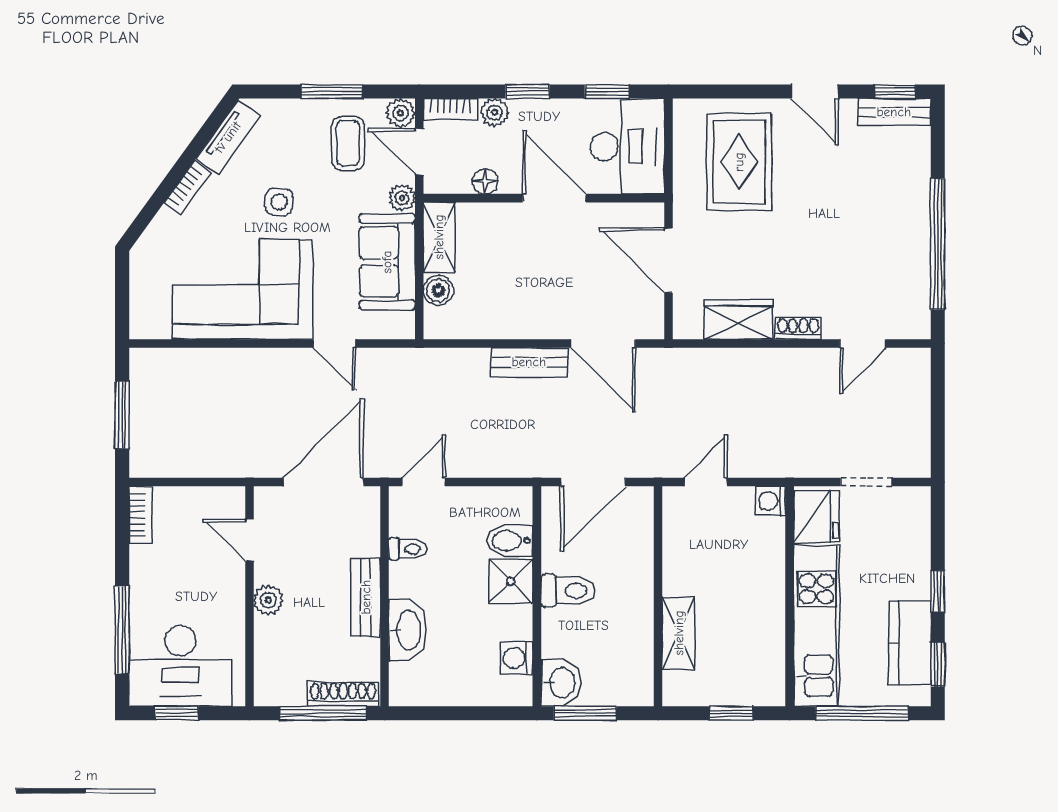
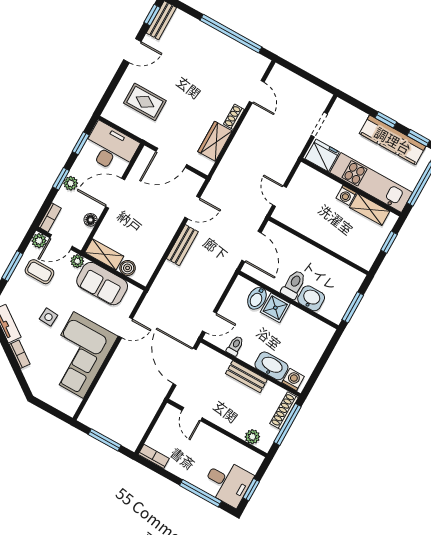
plant: (495, 112) -> (71, 183), moved
rug: (739, 162) -> (145, 102), width x0.73, depth x0.70
door: (603, 344) -> (192, 208), width x0.73
door: (424, 482) -> (209, 322), swing flipped
washing machine: (771, 501) -> (346, 195), moved
door: (250, 540) -> (192, 414), hinge flipped
plant: (268, 600) -> (252, 437), moved
shelving: (679, 633) -> (370, 209), moved
kitchen counter: (910, 643) -> (393, 140), width x1.50
washing machine: (516, 658) -> (293, 379), moved, turned 180
desk: (181, 666) -> (228, 482), width x0.73
washbasin: (561, 683) -> (311, 298), moved

